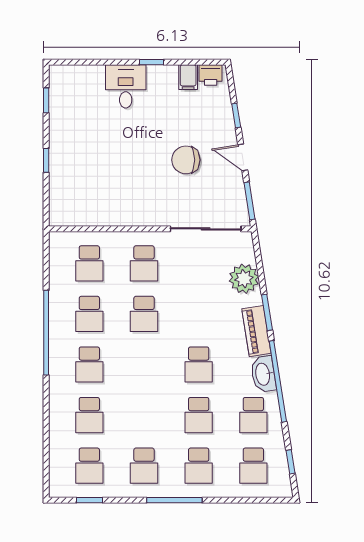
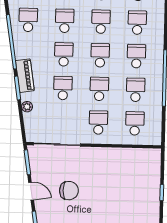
plant: (244, 279) -> (27, 107), width x0.53, depth x0.53
school desk: (199, 314) -> (63, 88), added
school desk: (144, 365) -> (100, 55), added
washbasin: (263, 374) -> (21, 47), removed
school desk: (144, 415) -> (101, 22), added

